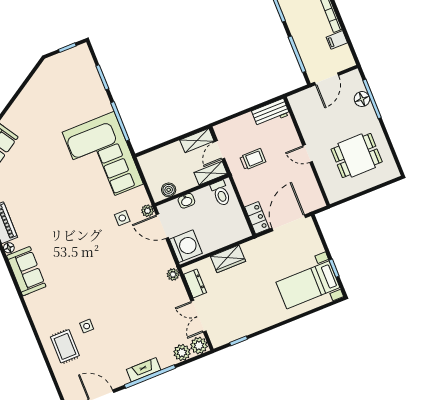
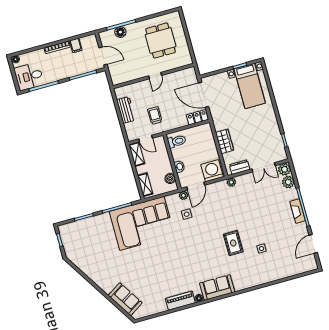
workbench: (271, 113) -> (126, 110), moved
shelving: (211, 173) -> (145, 185), moved
rug: (65, 346) -> (233, 243), moved, turned 90

